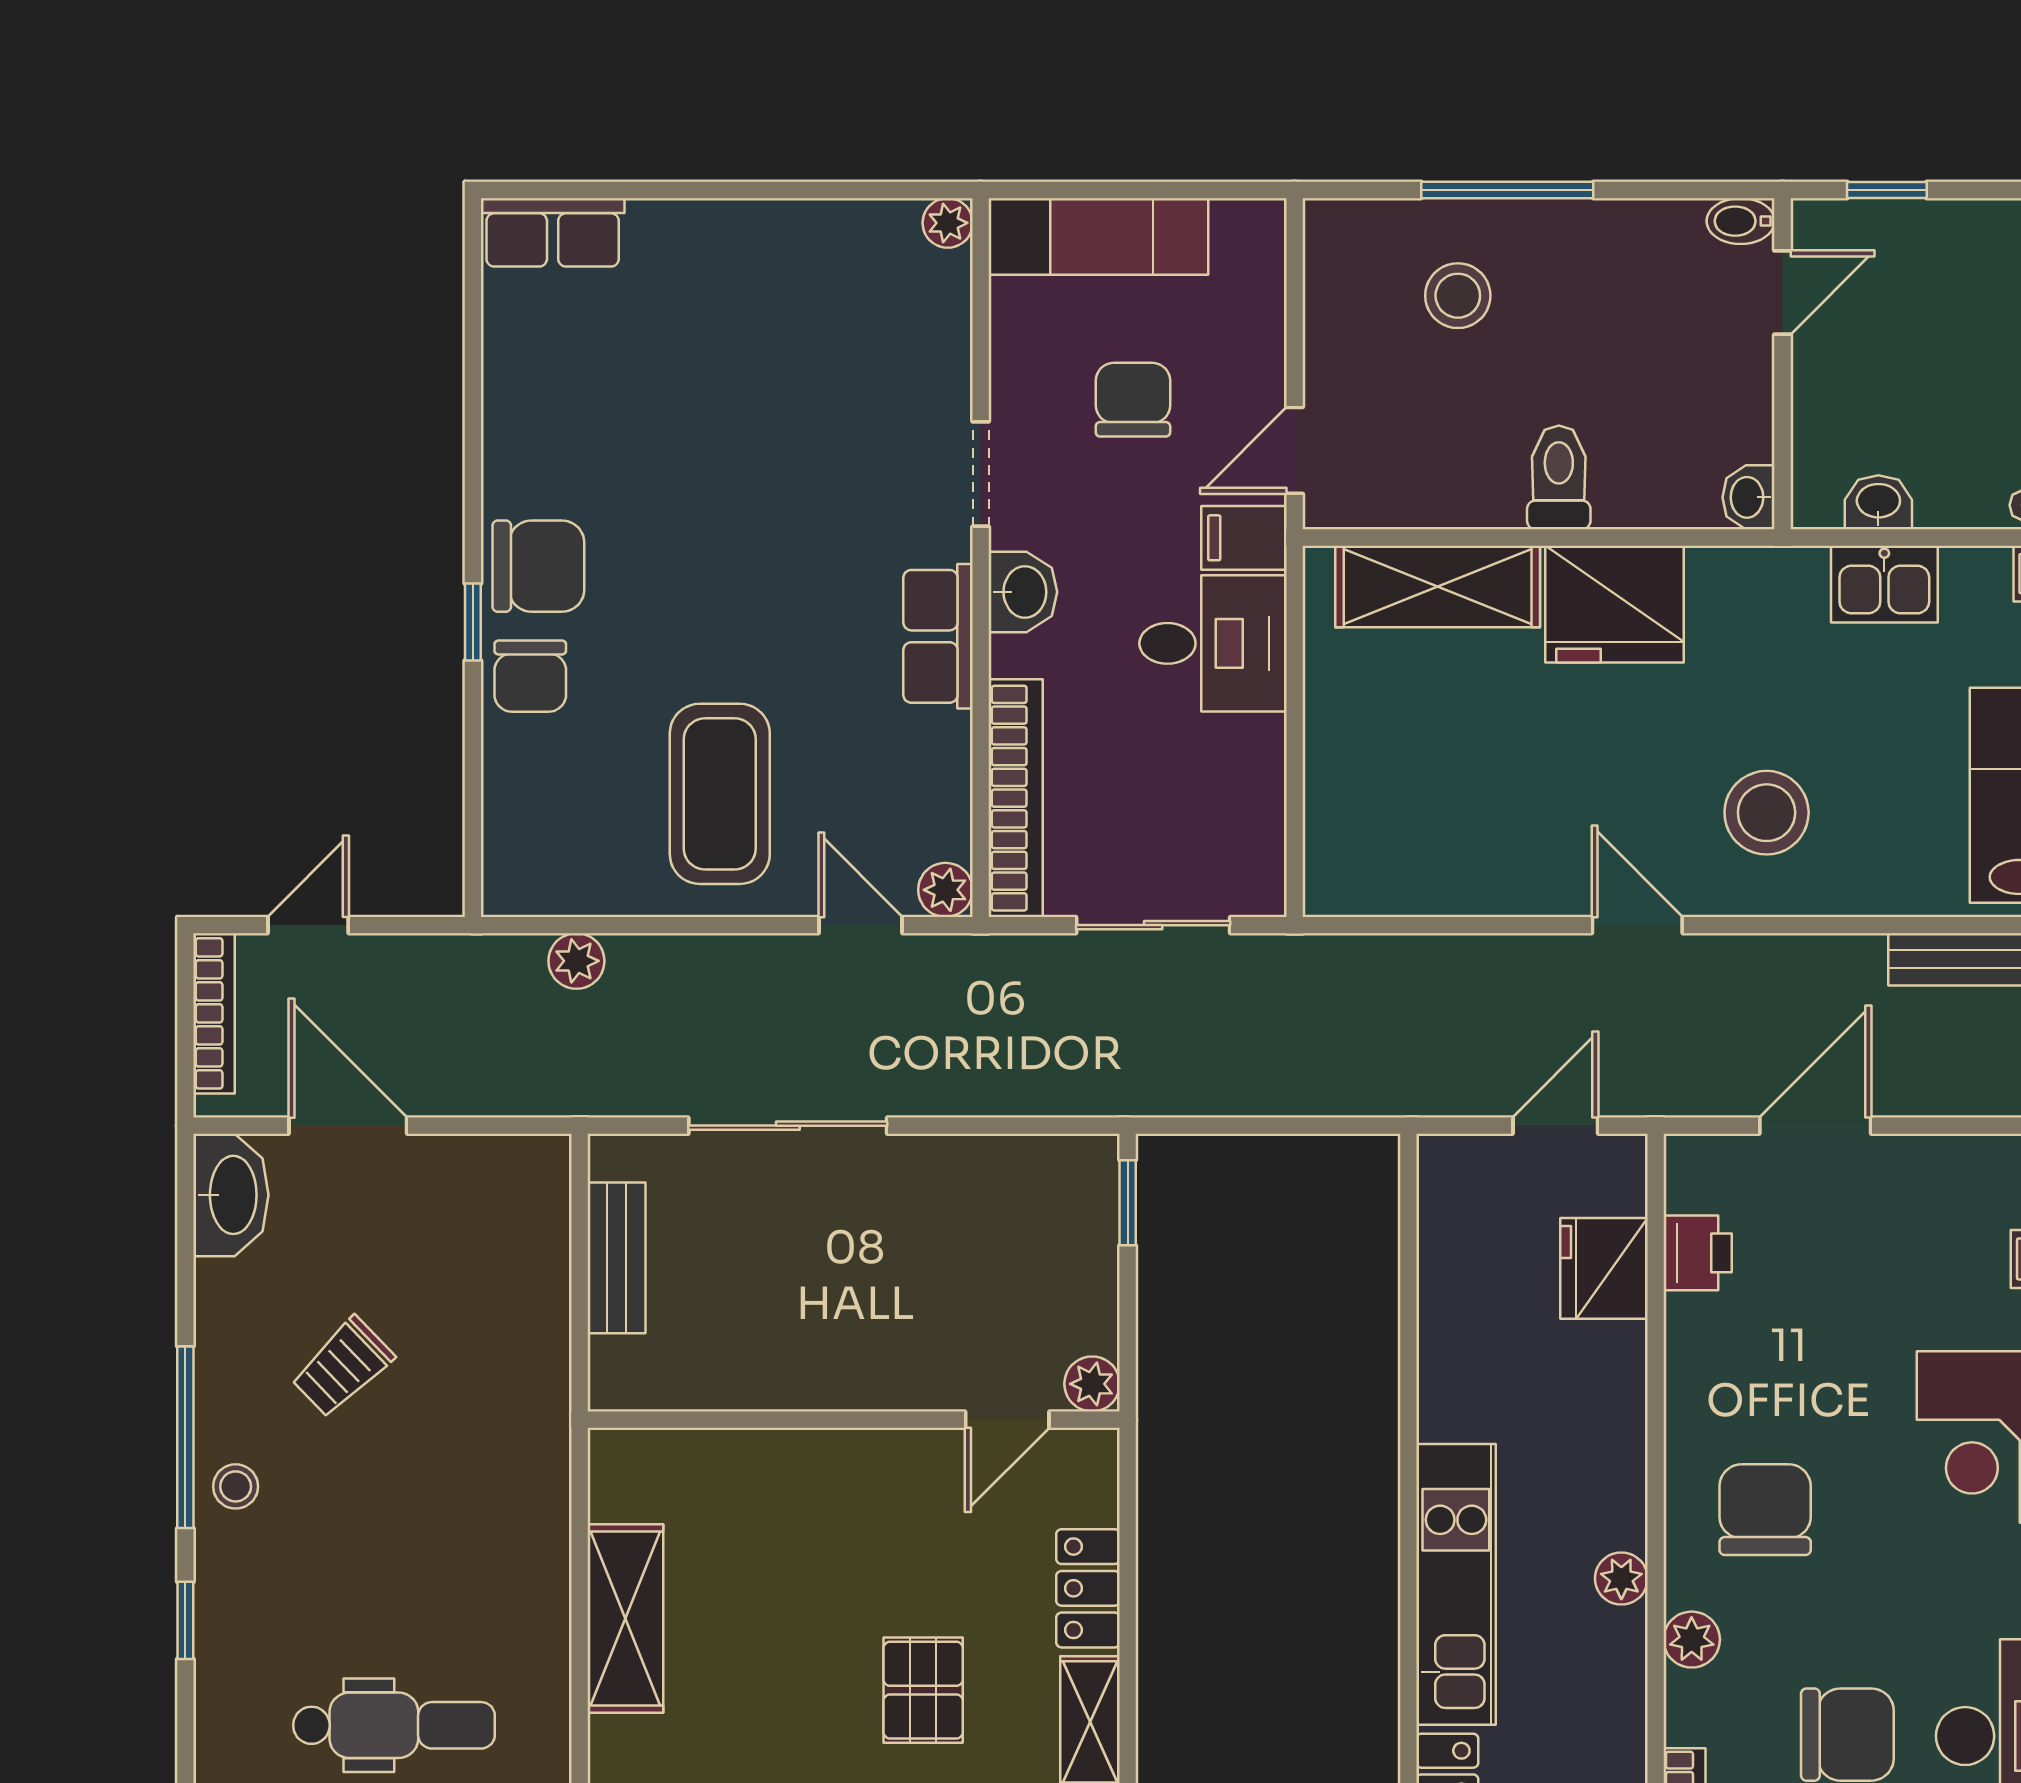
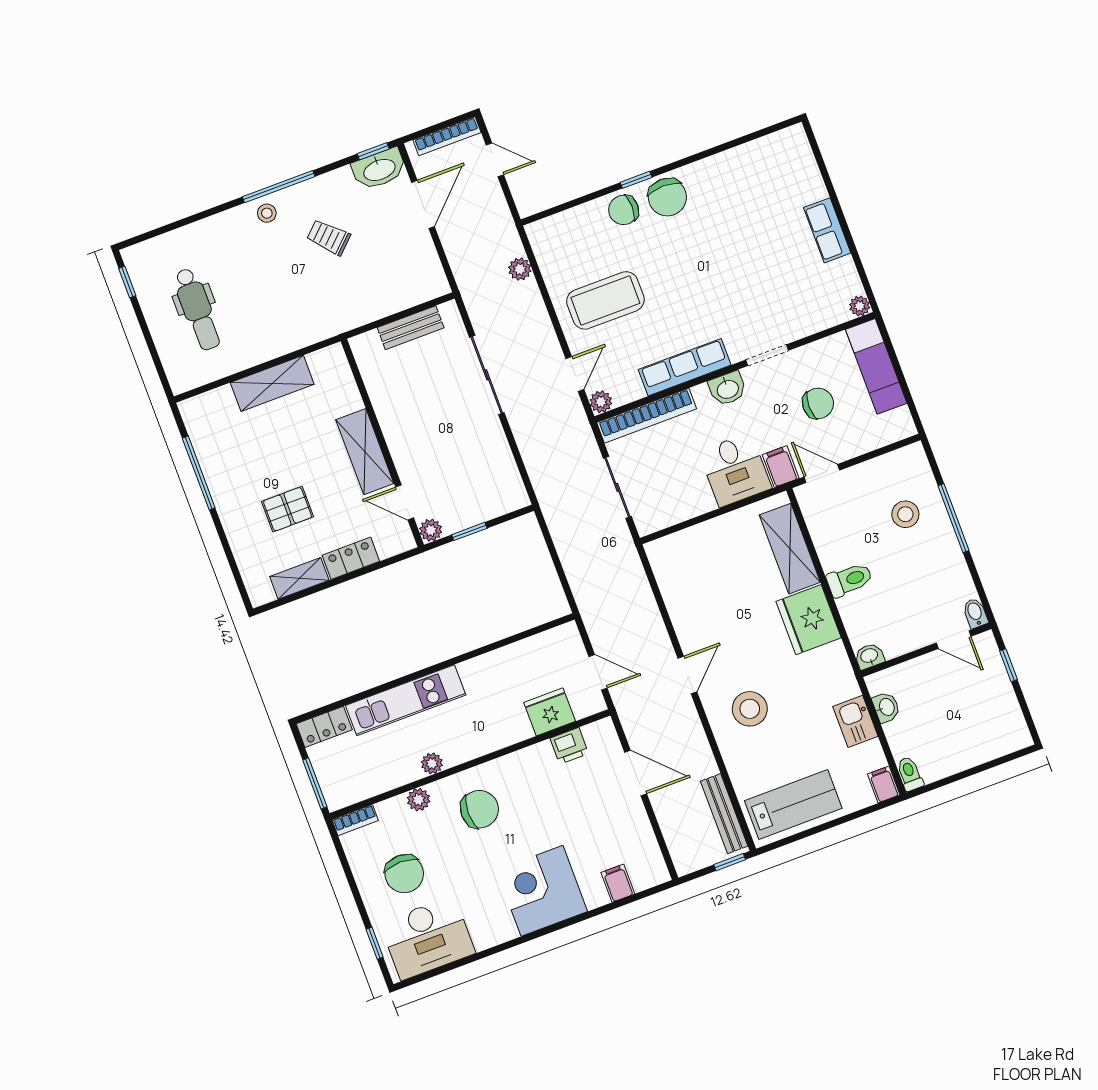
row of seats: (553, 232) -> (827, 230), moved
row of seats: (938, 636) -> (685, 367), width x1.48
window: (1128, 1203) -> (469, 531), moved
shelving: (858, 1466) -> (365, 452), added
window: (185, 1620) -> (373, 151), moved

